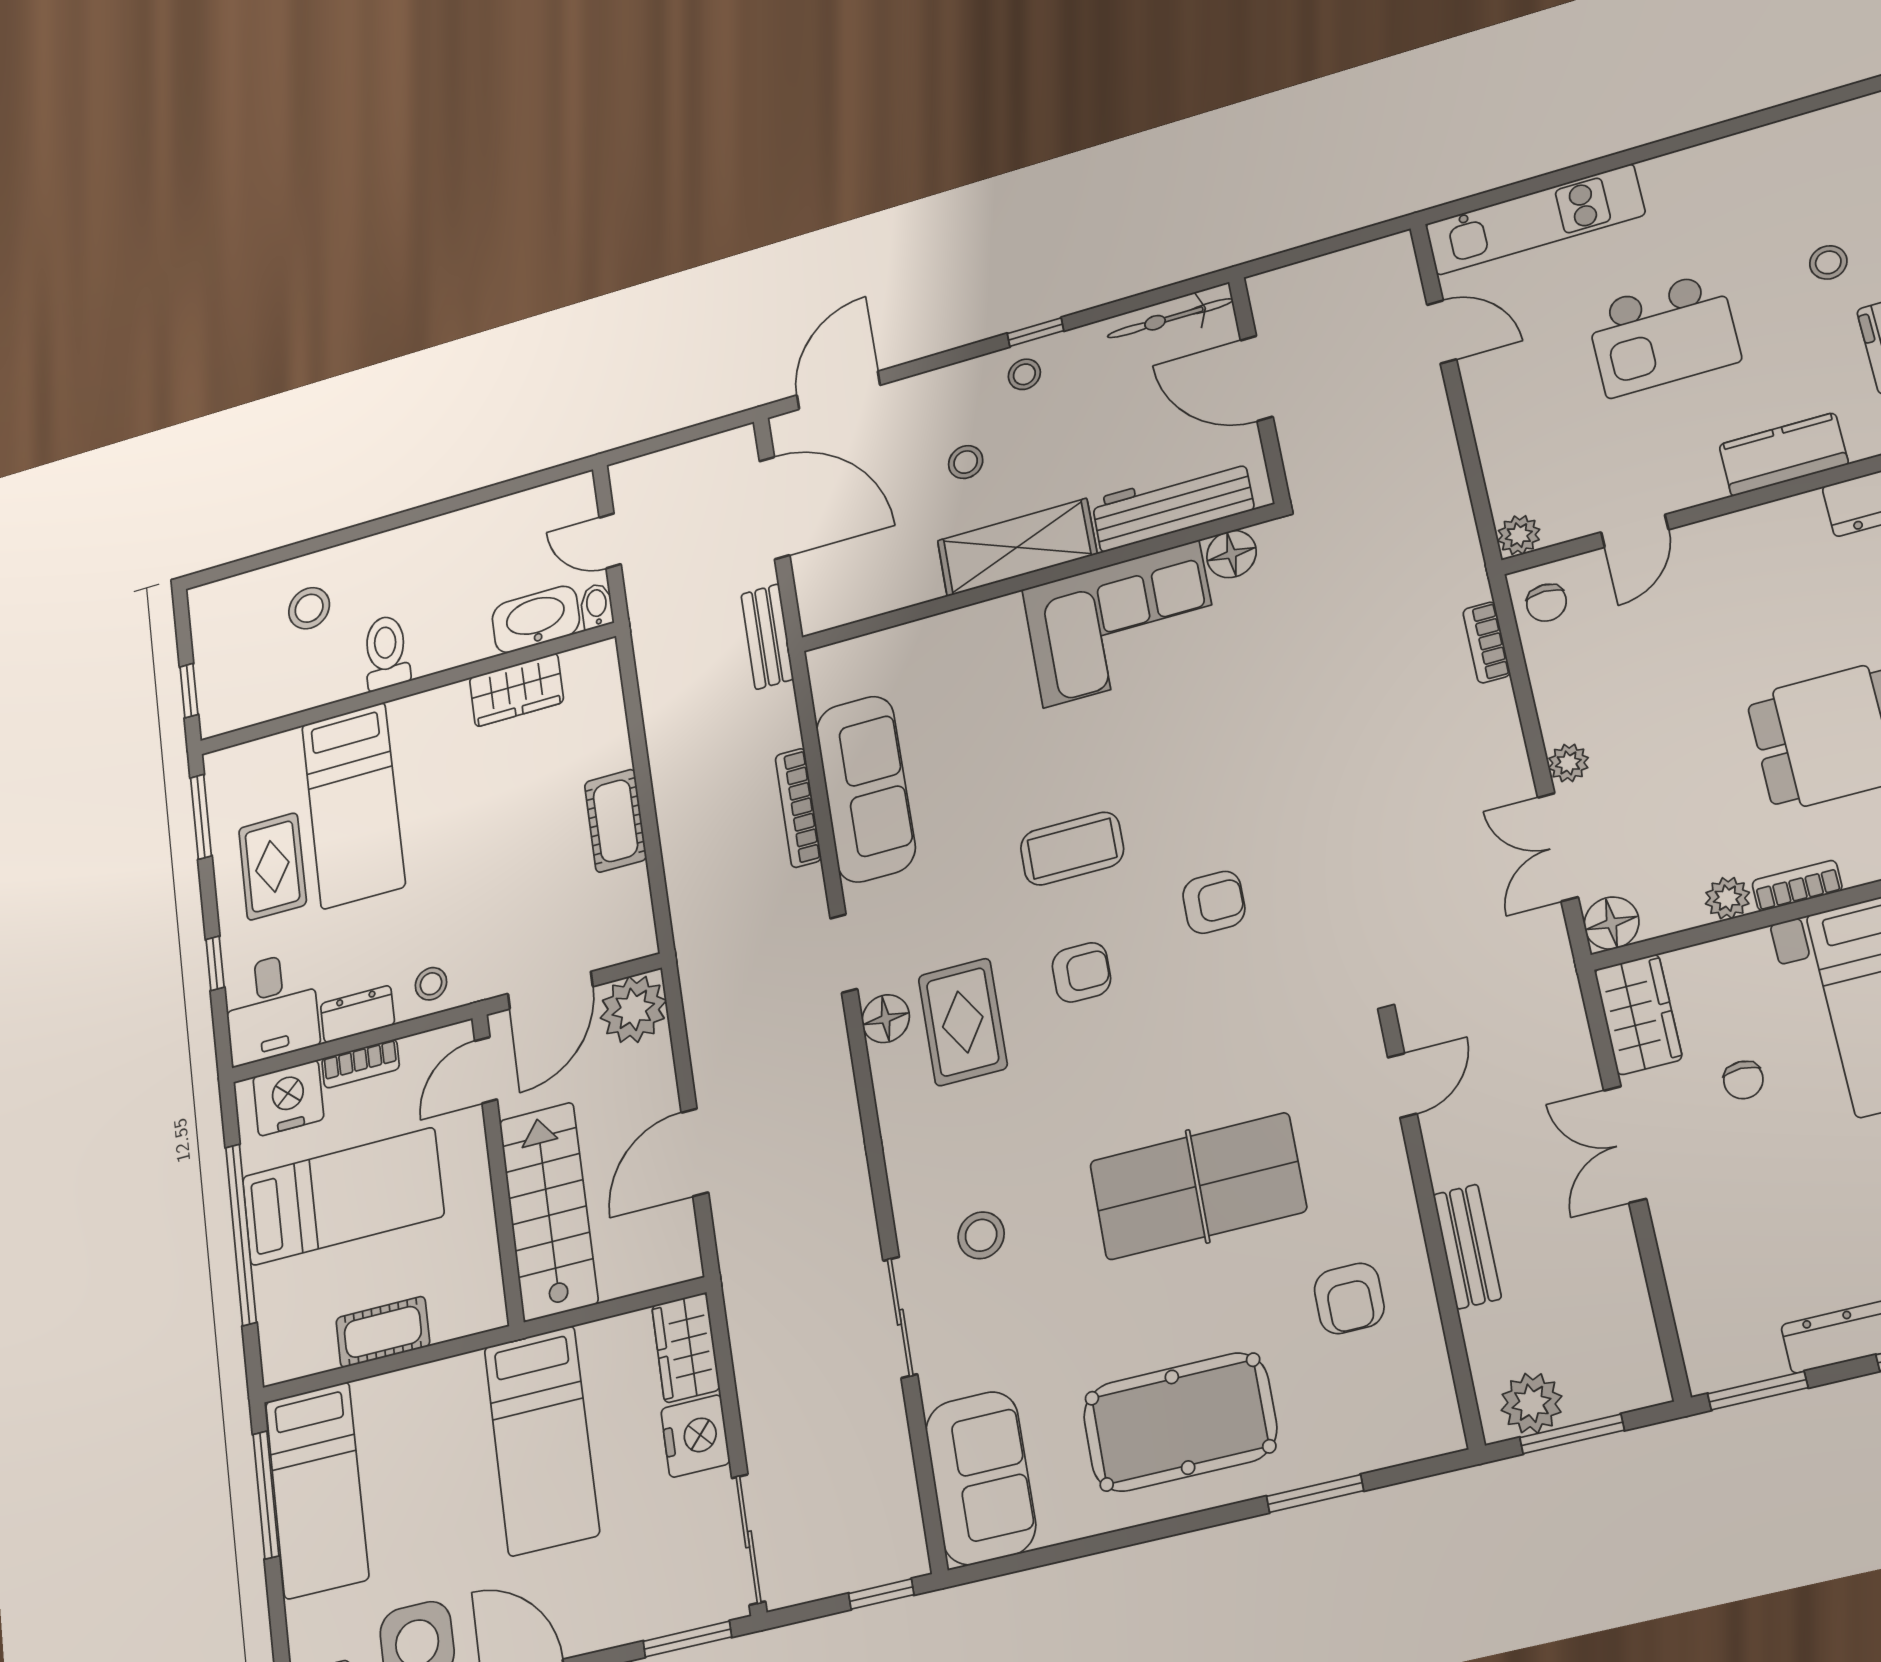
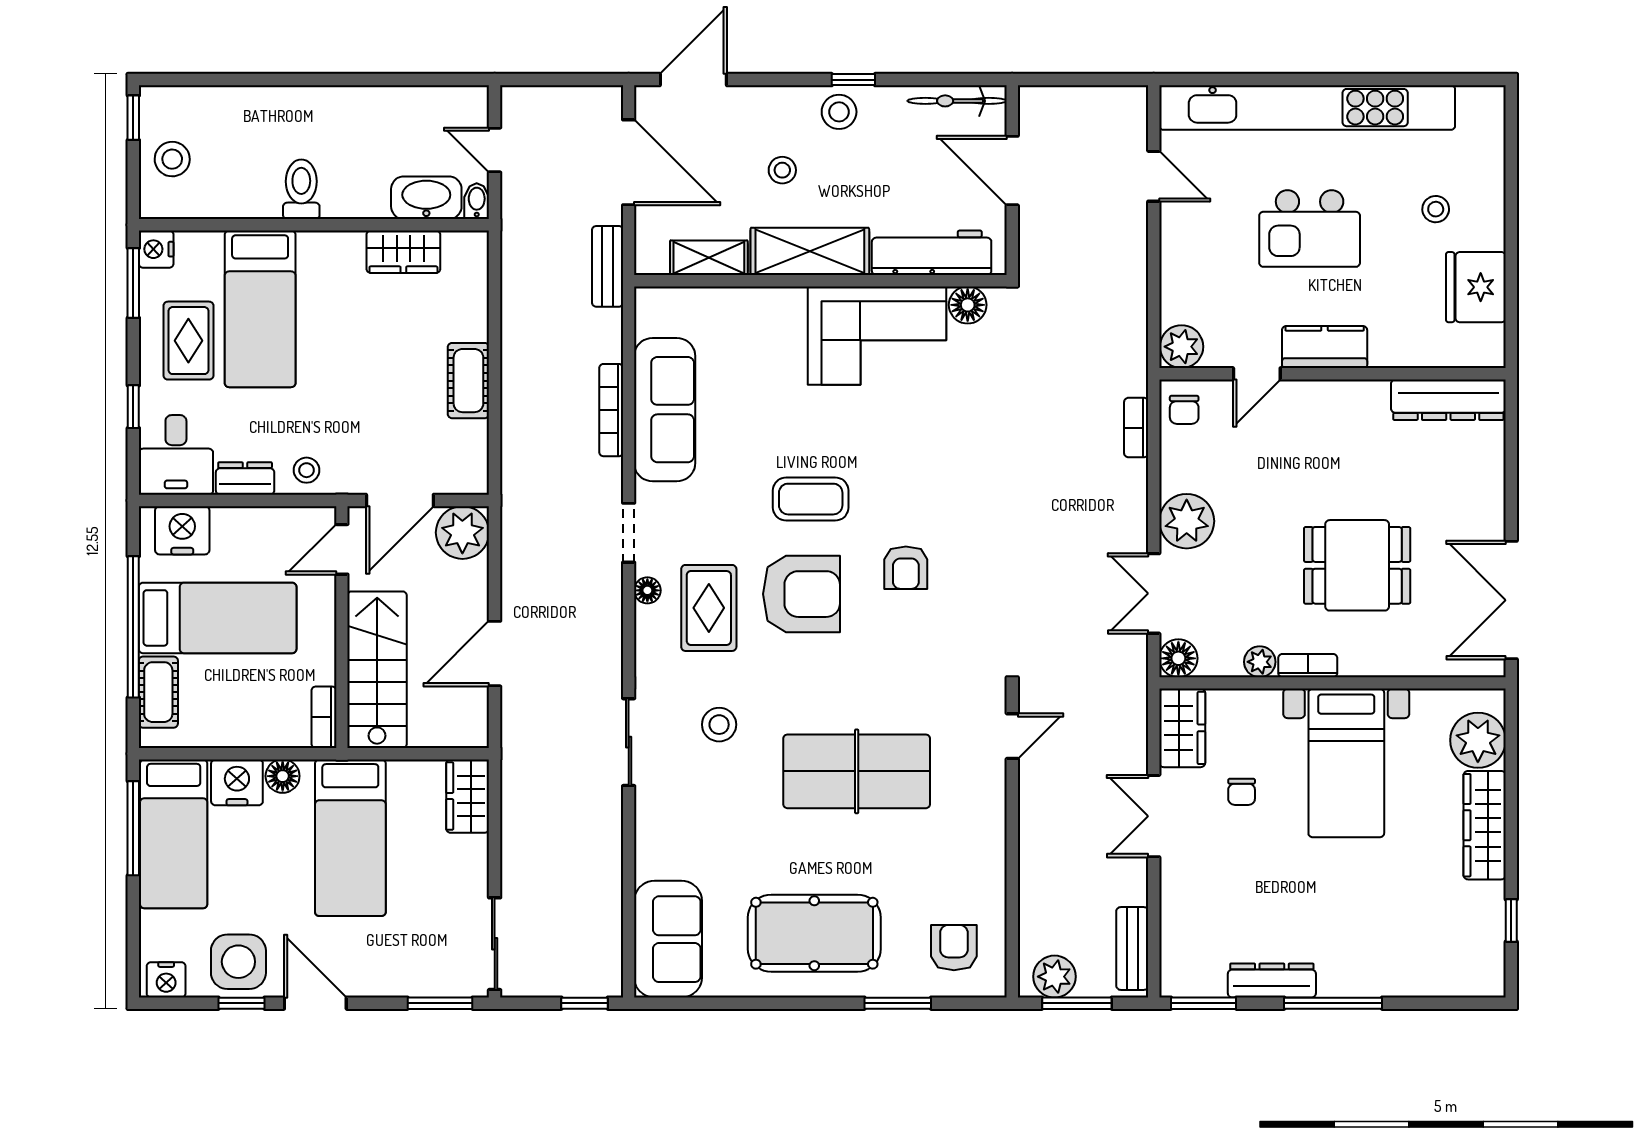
kitchen unit: (1535, 220) -> (1307, 108), width x1.86
stool: (1024, 374) -> (839, 112), width x1.37, depth x1.37
kitchen counter: (1783, 454) -> (1325, 347), moved
plant: (1519, 535) -> (1182, 347), width x1.38, depth x1.38
shelving: (891, 591) -> (709, 258), added
stool: (309, 608) -> (172, 159), moved
window: (189, 691) -> (133, 118), moved
plant: (1568, 763) -> (1187, 521), width x1.87, depth x1.87
nightstand: (224, 770) -> (156, 249), added
armchair: (1214, 902) -> (906, 568), turned 90
armchair: (1081, 972) -> (801, 594), width x1.88, depth x1.88
floor lamp: (886, 1019) -> (647, 590), width x0.73, depth x0.73
bookcase: (361, 1064) -> (324, 717), moved, turned 90
stool: (981, 1235) -> (719, 725), moved
bench: (1467, 1246) -> (1132, 948), moved
armchair: (1349, 1298) -> (954, 948), moved, turned 180
sliding door: (900, 1317) -> (629, 742), moved
cot: (383, 1332) -> (158, 692), moved, turned 90
floor lamp: (446, 1380) -> (283, 776), added
nightstand: (695, 1436) -> (237, 782), moved, turned -90

